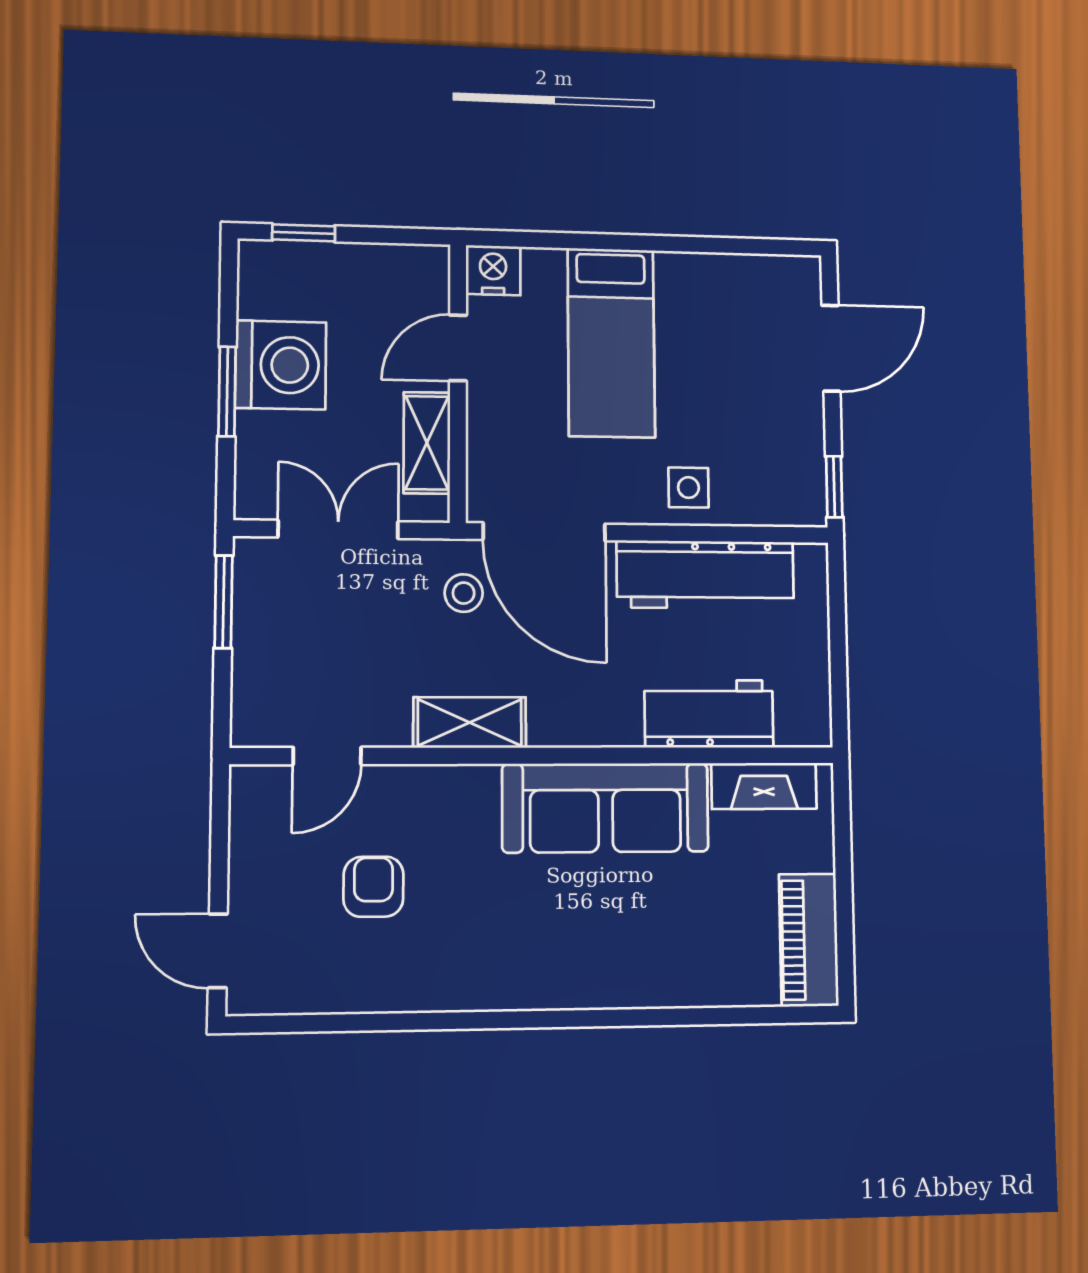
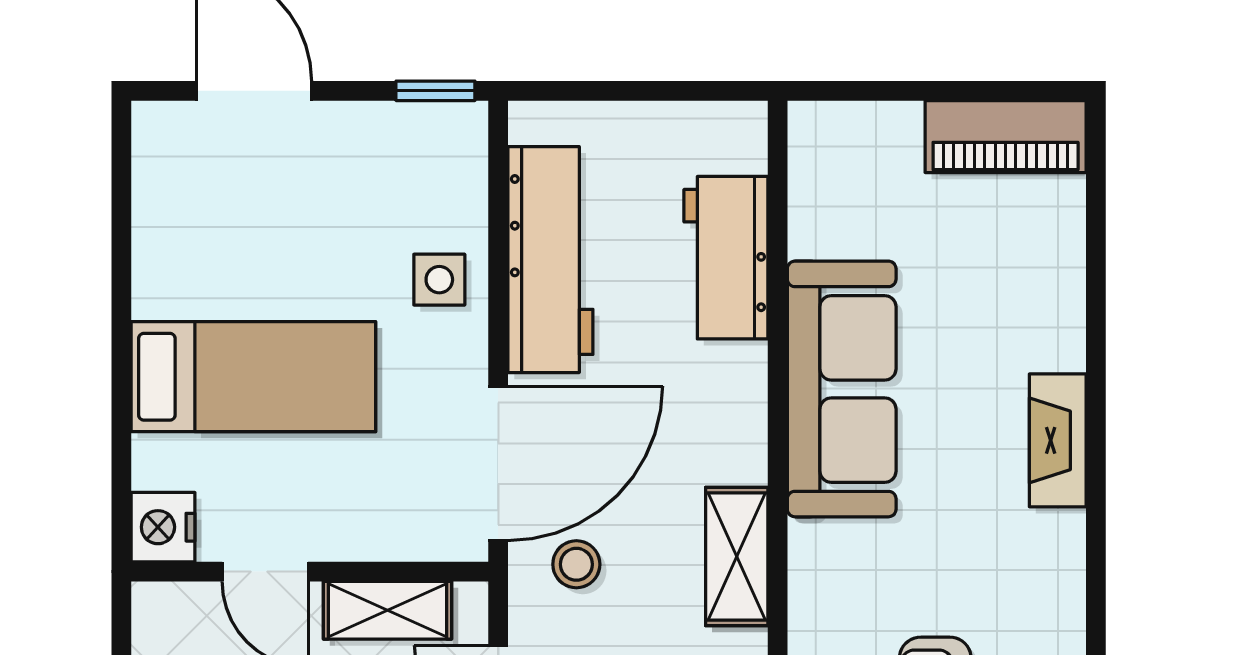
fireplace: (764, 786) -> (1058, 440), moved, turned 180

